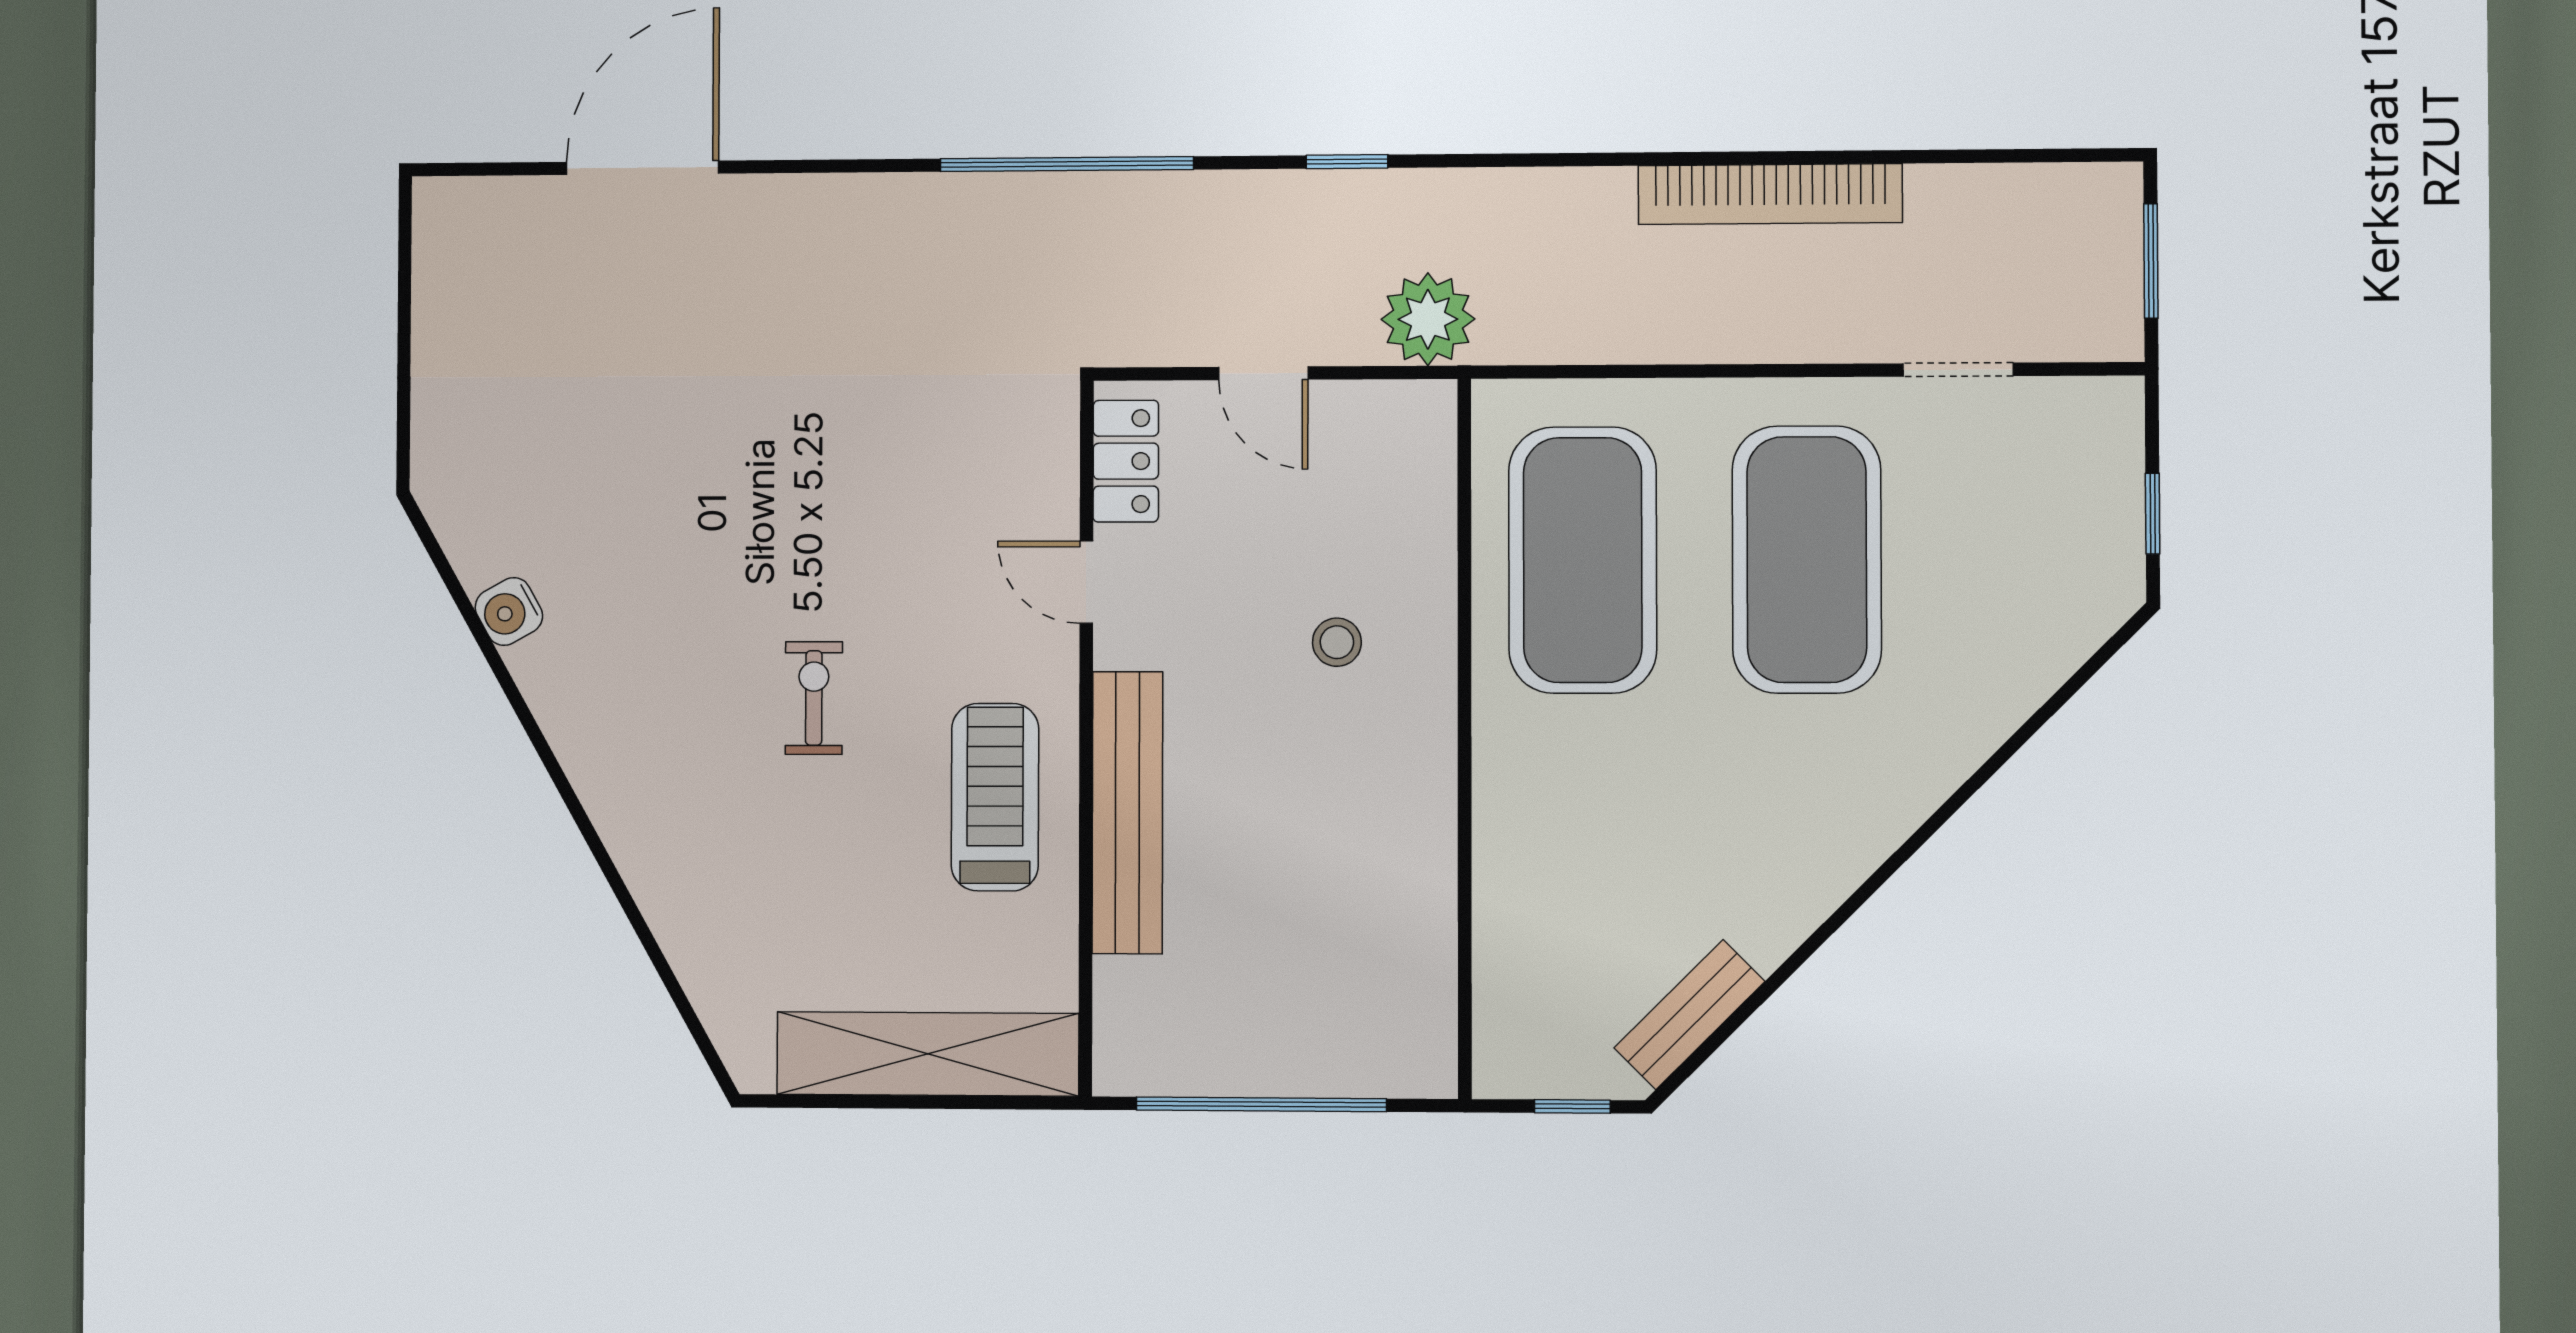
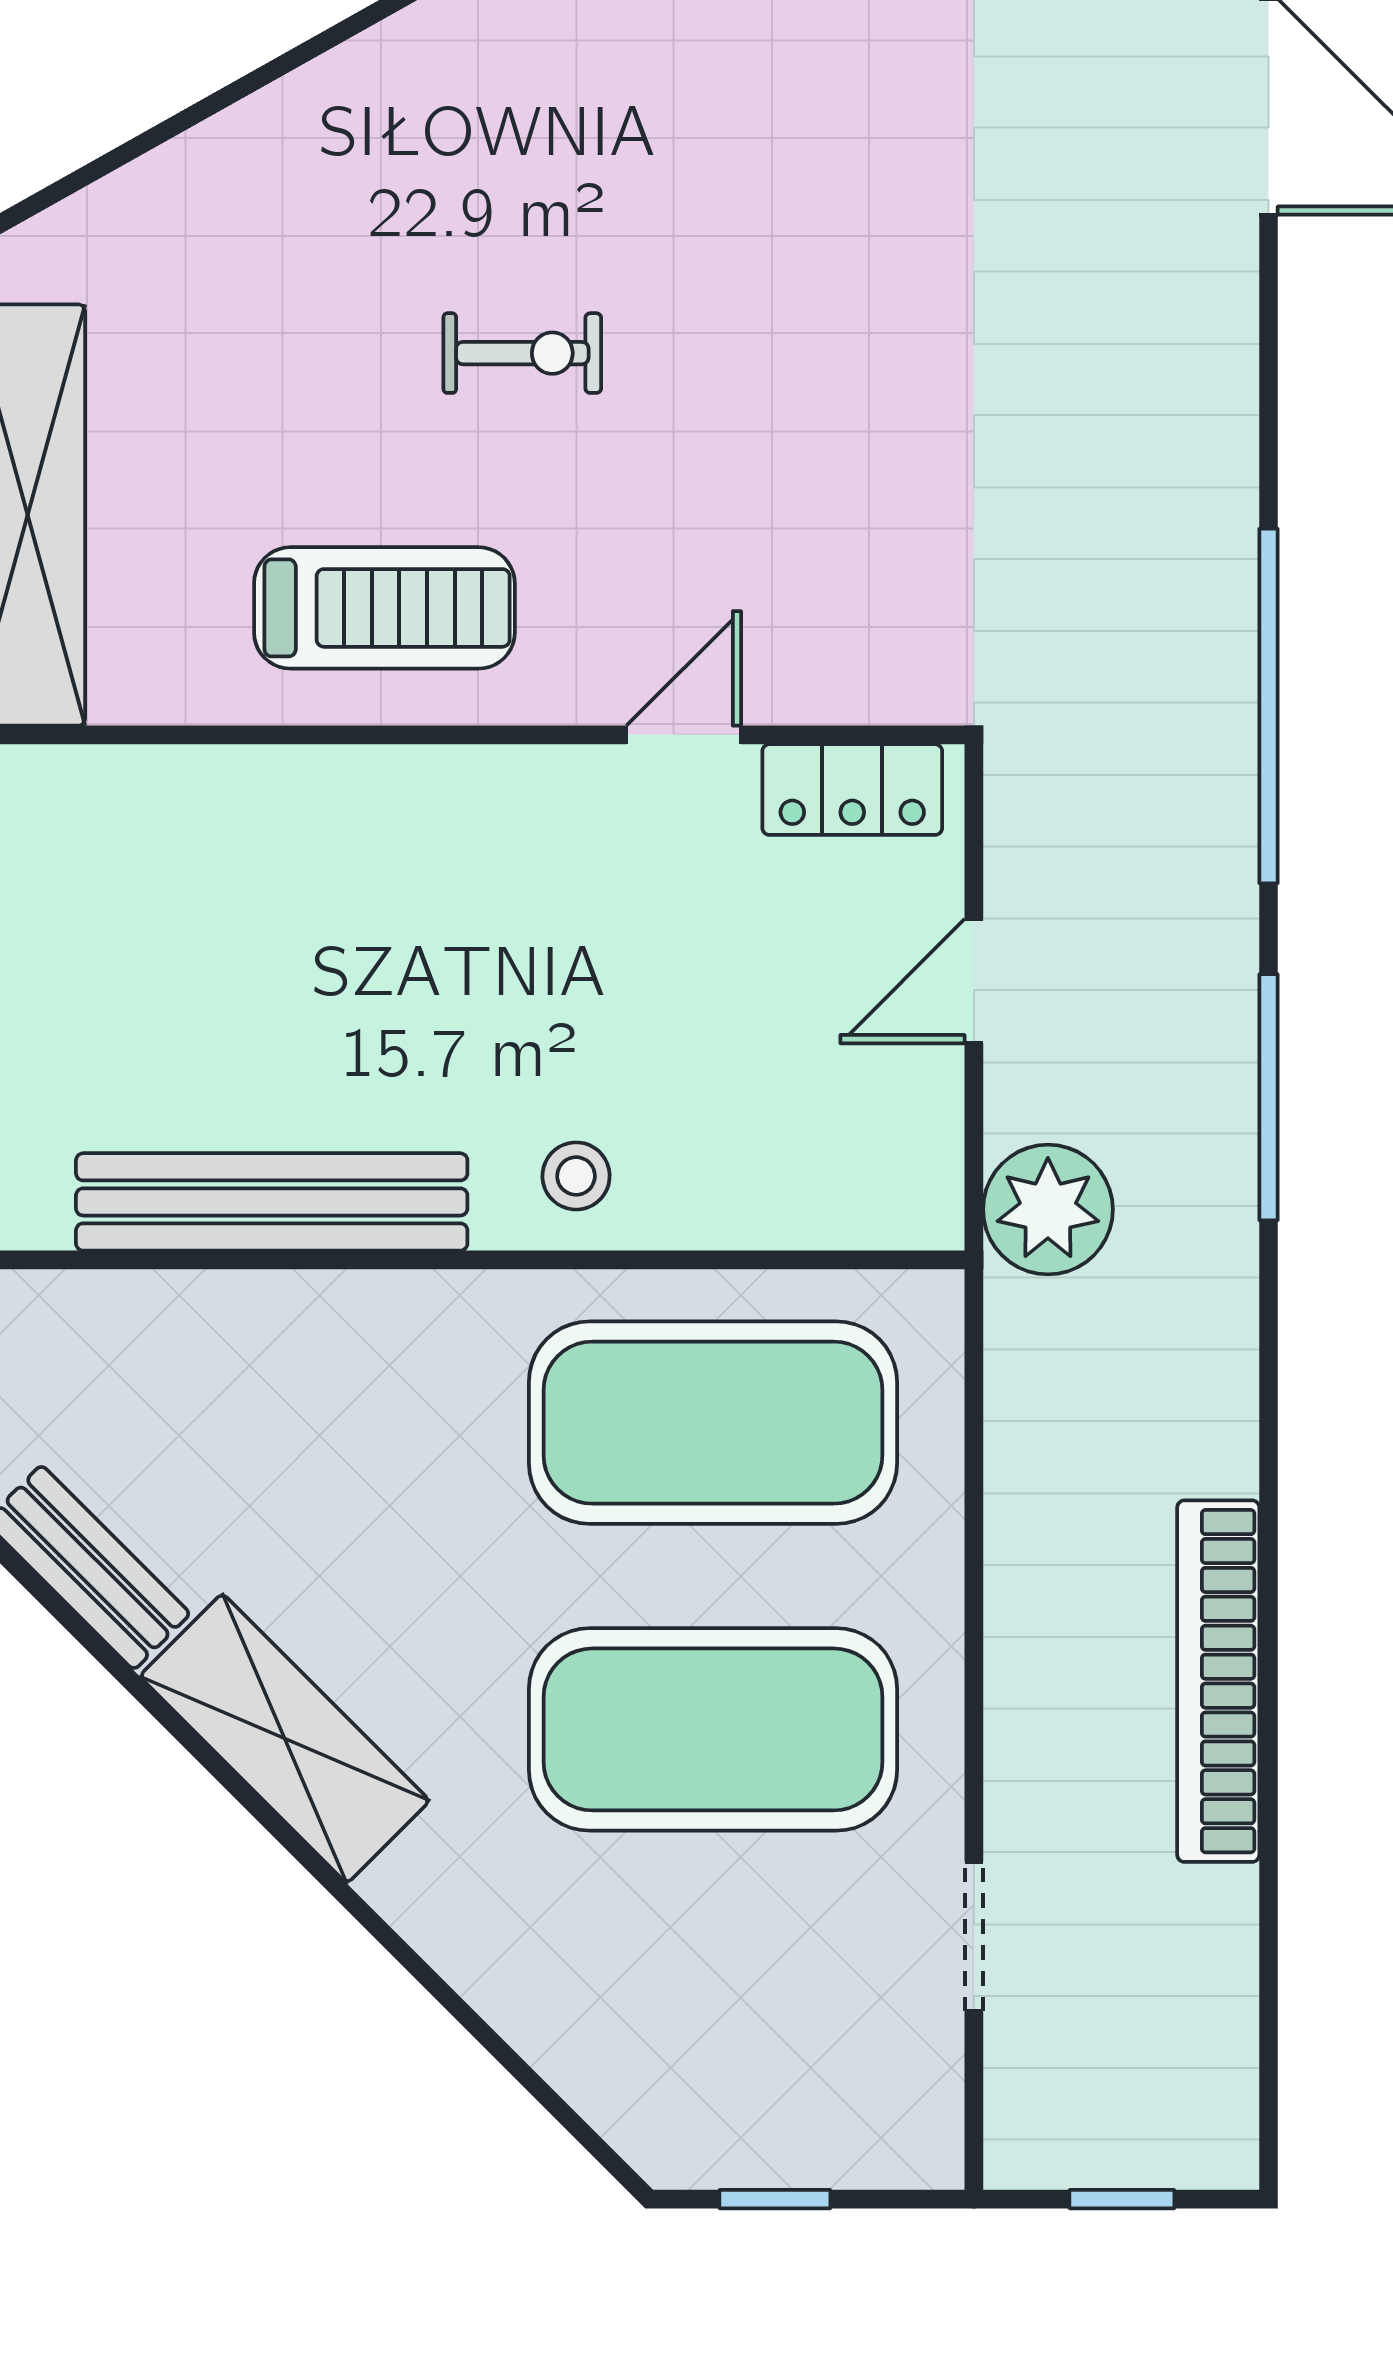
window: (1347, 162) -> (1268, 1097), width x2.17
window: (2151, 261) -> (1122, 2199), width x0.67
stool: (1337, 642) -> (576, 1176), moved
bench: (1127, 813) -> (272, 1202), moved
shelving: (1814, 871) -> (285, 1738), added

